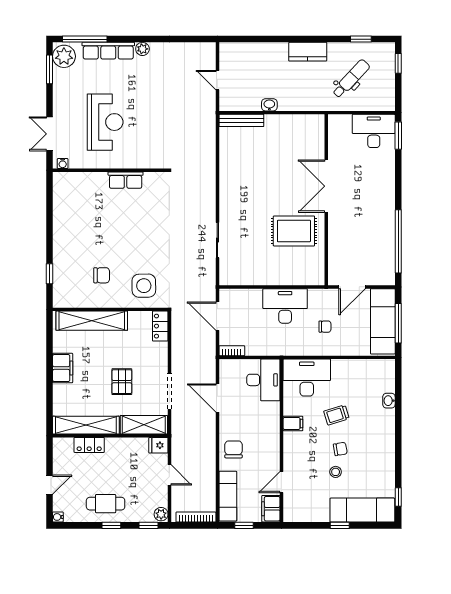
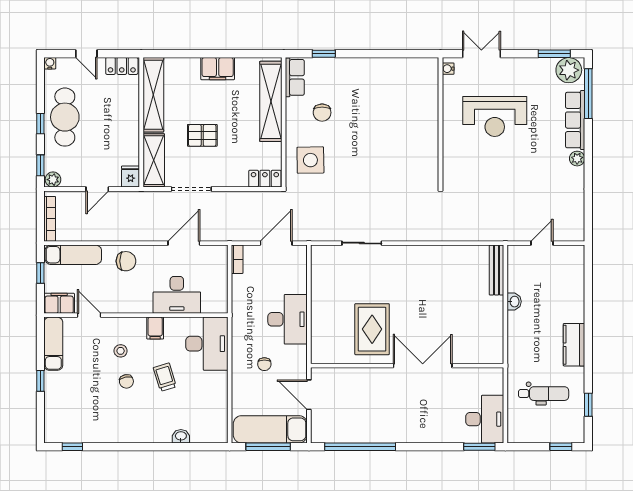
dental chair: (351, 79) -> (544, 394), turned -43
row of seats: (126, 180) -> (295, 77), moved, turned 180
desk: (263, 380) -> (177, 295), moved
locker: (89, 445) -> (122, 66), moved, turned -90
stool: (336, 472) -> (121, 351), moved
cafe table: (106, 504) -> (65, 117), width x1.37, depth x1.35
exam couch: (362, 510) -> (53, 344), moved, width x0.73, depth x0.69

